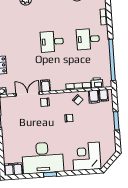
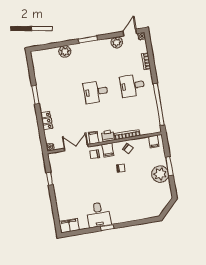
printer: (97, 83) -> (108, 136), moved
filing cabinet: (94, 97) -> (108, 150), moved
plant: (107, 128) -> (160, 174), added
corner desk: (86, 156) -> (142, 205), removed
desk: (43, 158) -> (98, 215), width x0.53, depth x0.77

